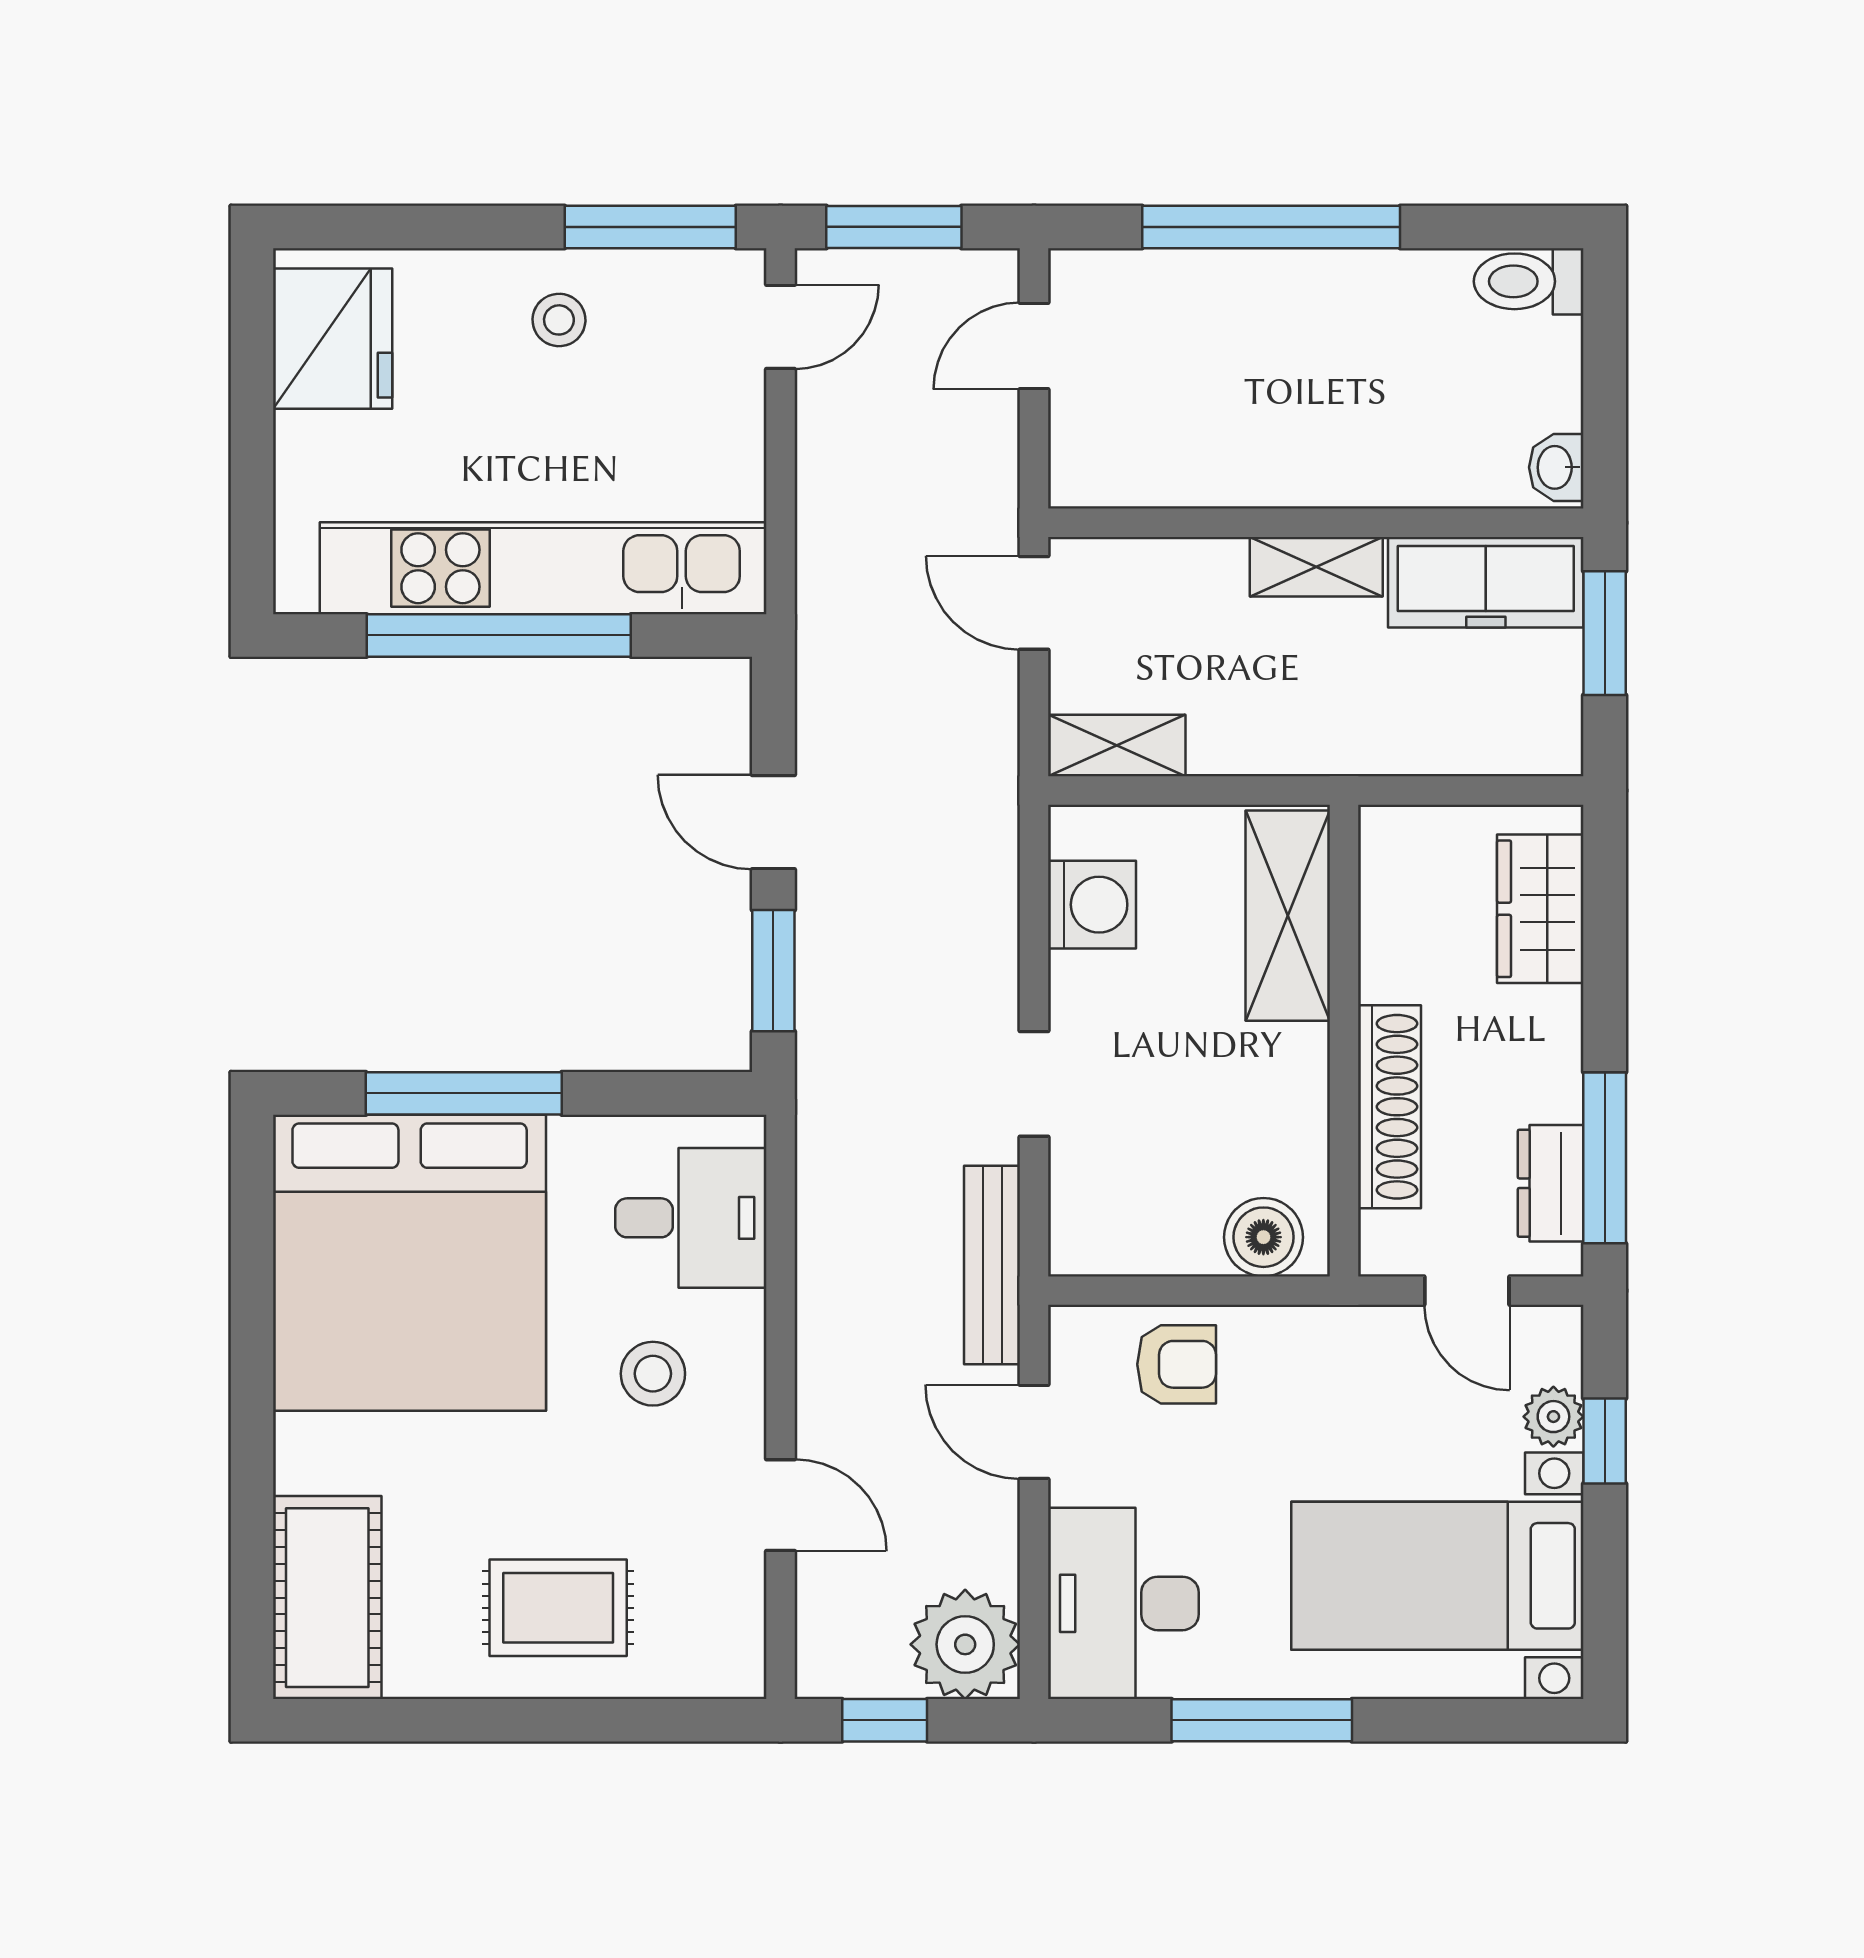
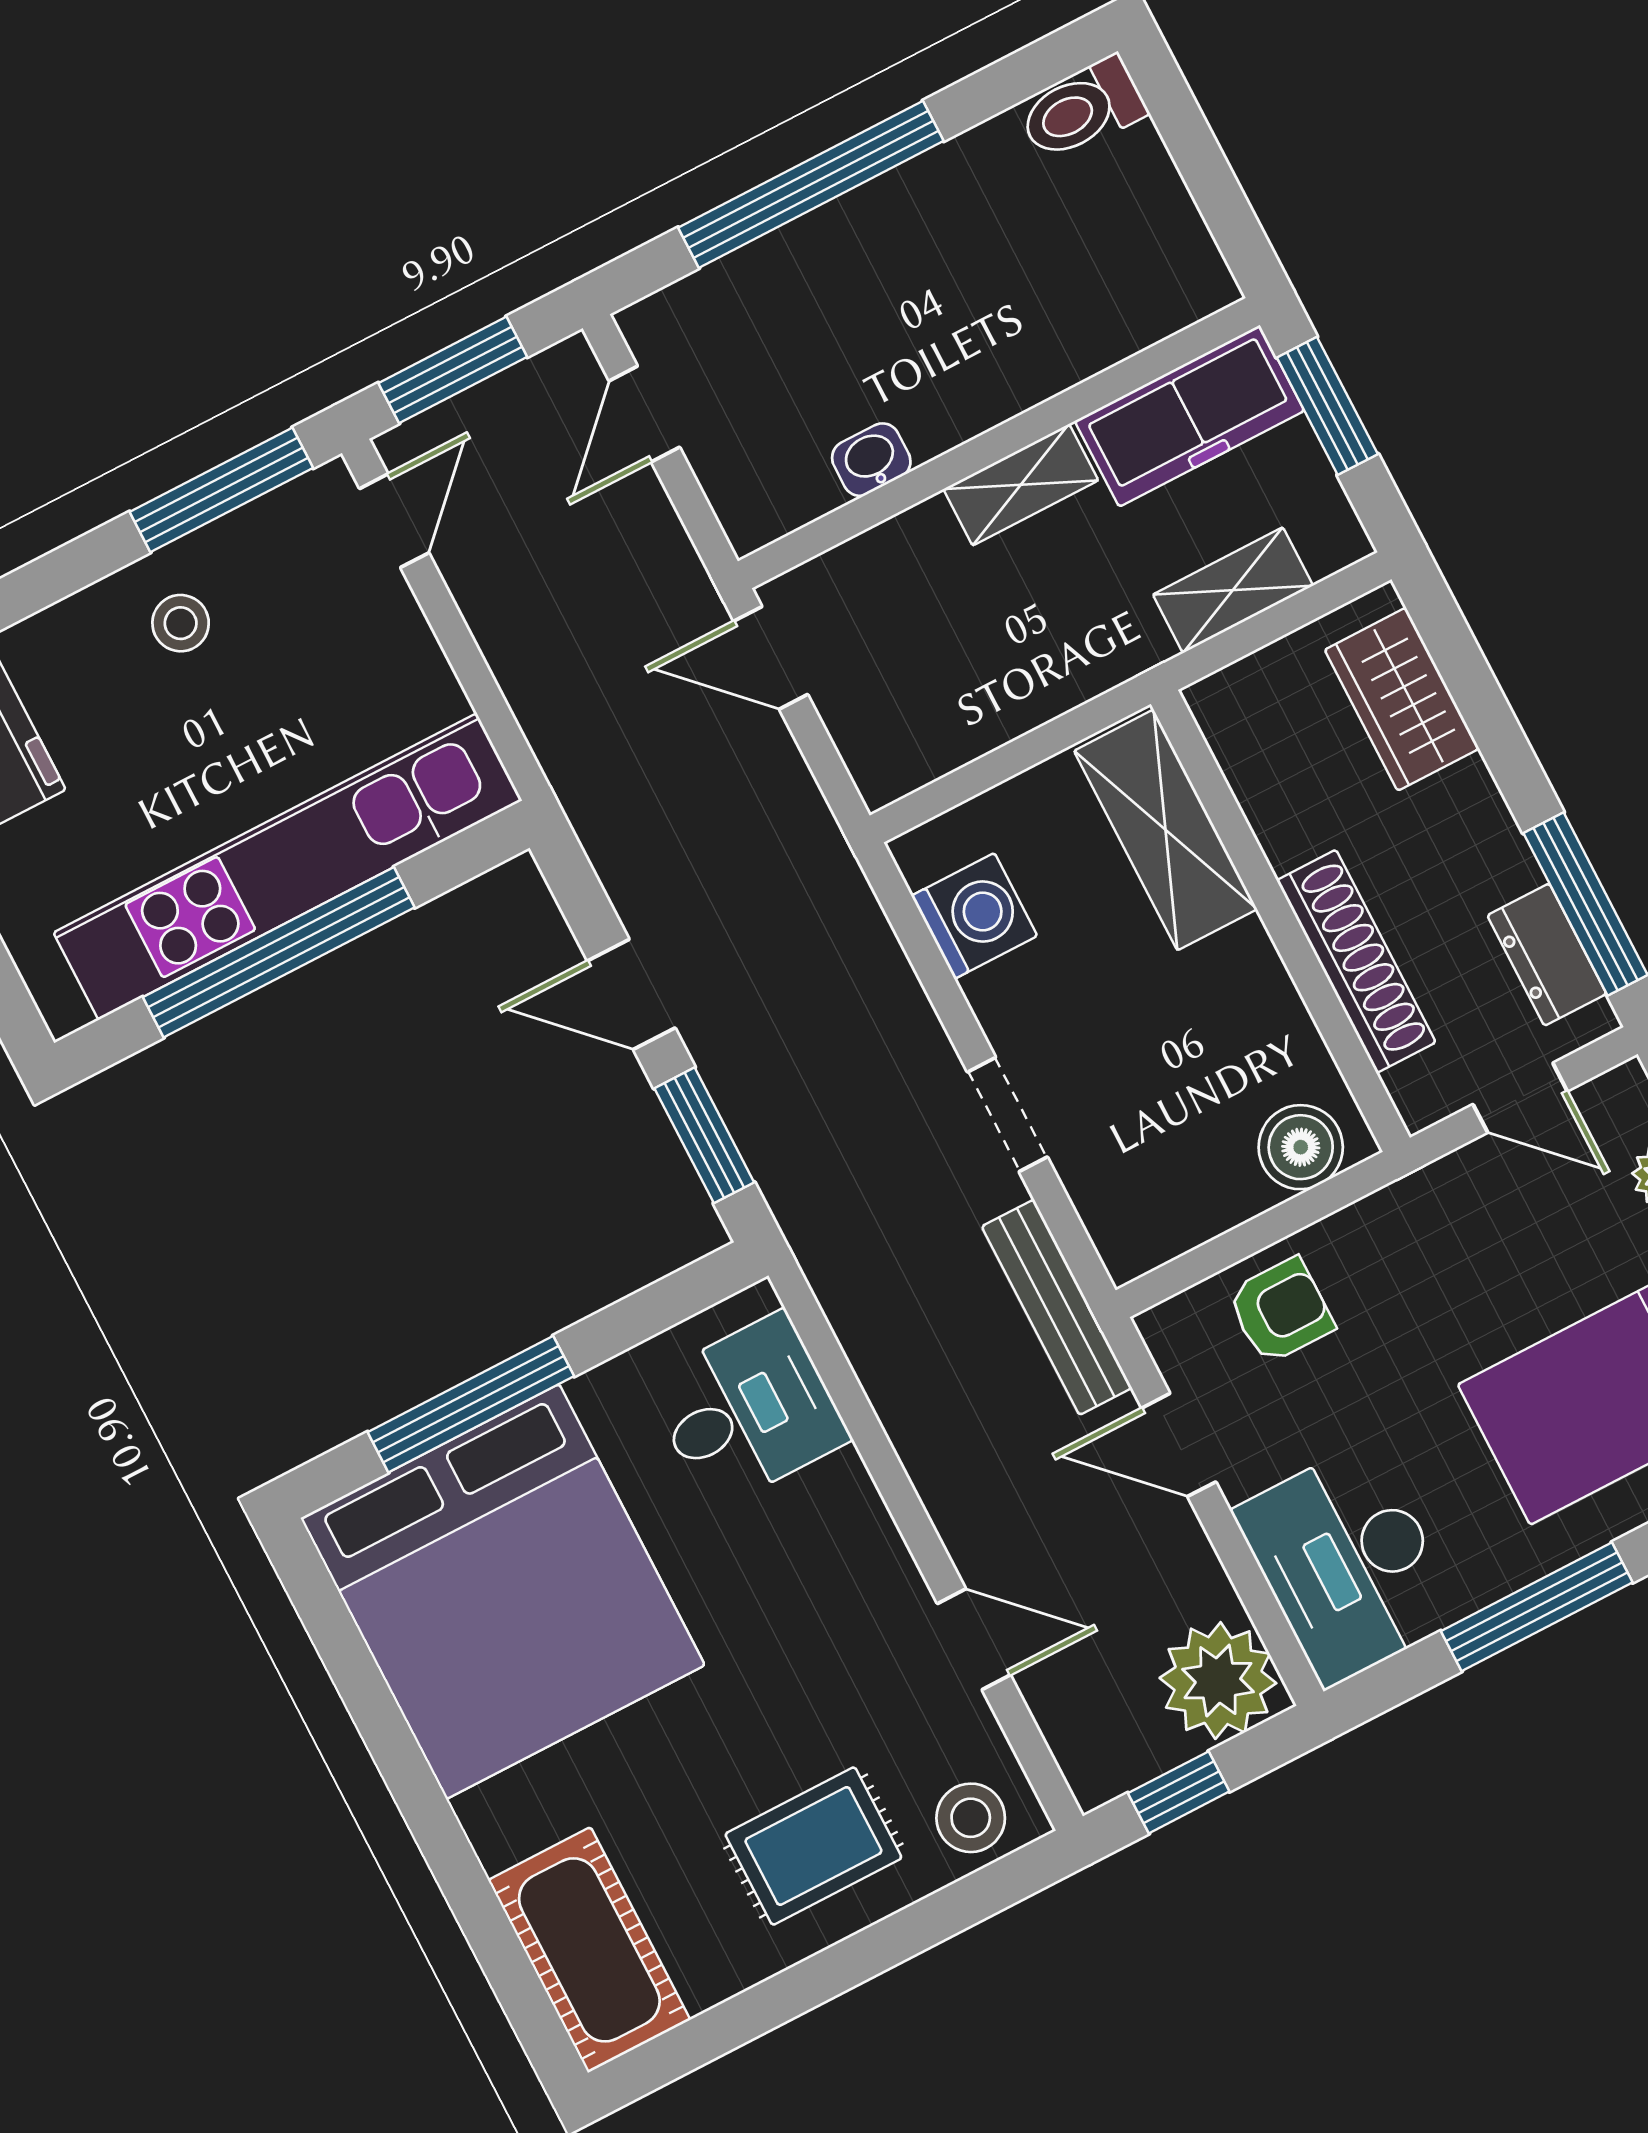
washbasin: (1556, 467) -> (871, 460), moved, turned 90
shelving: (1117, 745) -> (1233, 590), moved
stool: (653, 1374) -> (971, 1818), moved

